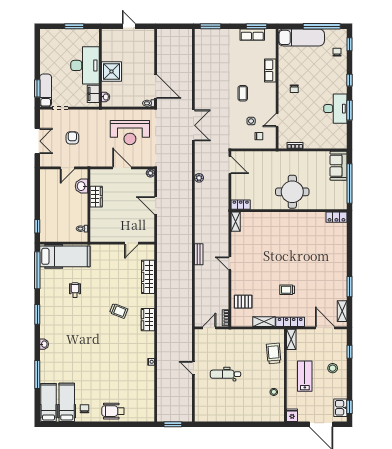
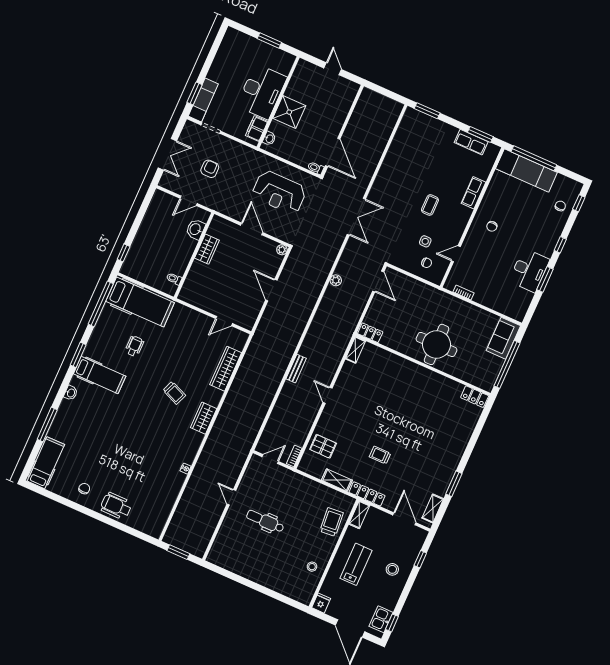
window: (322, 26) -> (534, 158), moved
hospital bed: (67, 402) -> (100, 375), moved, turned 90

